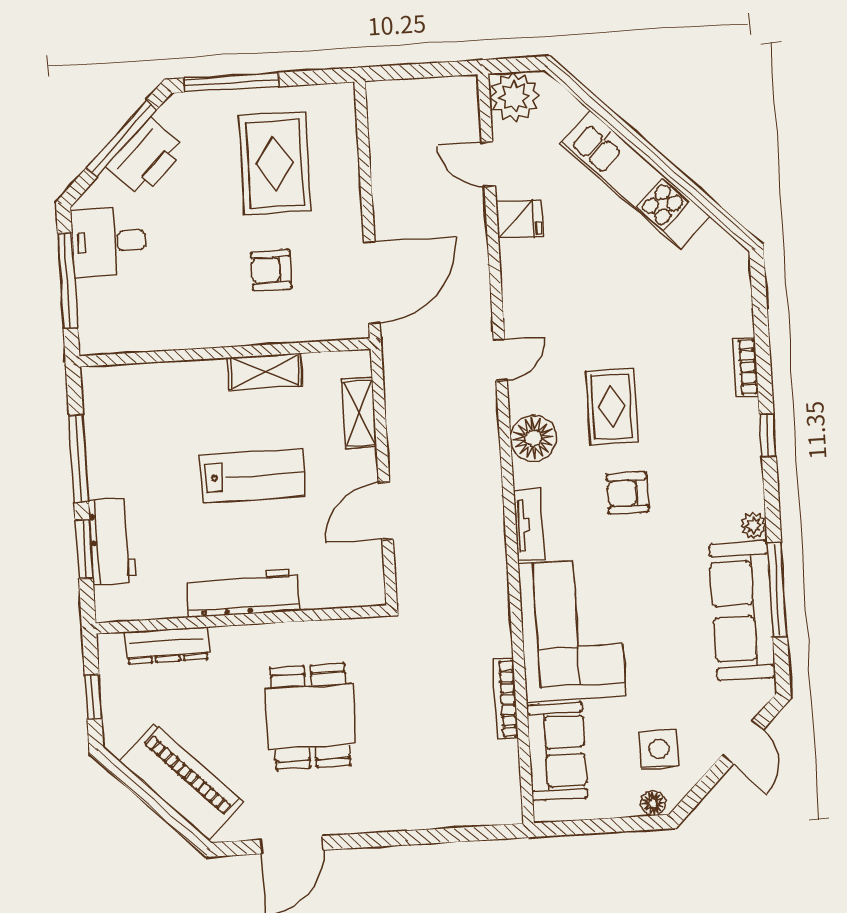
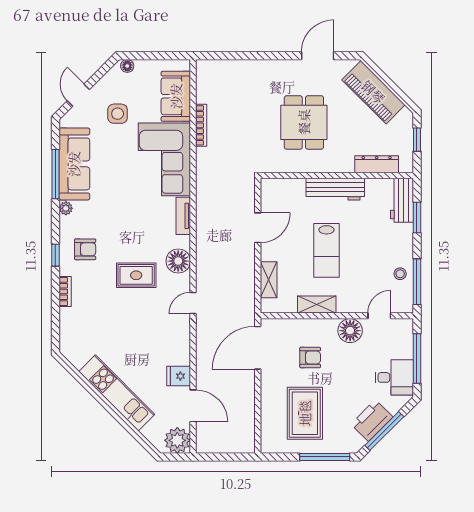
door: (488, 164) -> (193, 406), width x1.38
floor lamp: (198, 326) -> (350, 331), added
door: (144, 357) -> (379, 316), added
rug: (612, 406) -> (136, 275), turned 90
stool: (110, 440) -> (400, 274), added
window: (79, 459) -> (417, 282), moved
lab bench: (252, 476) -> (326, 250), turned -90
armchair: (628, 493) -> (85, 249), moved
workbench: (112, 542) -> (402, 200), moved
side table: (659, 749) -> (118, 114), moved

